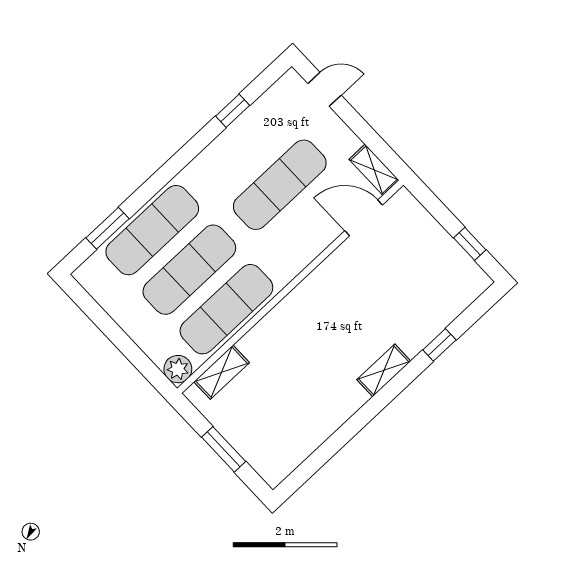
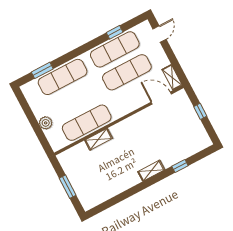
door: (325, 89) -> (160, 34), hinge flipped
window: (470, 244) -> (200, 111), moved
exercise mat: (189, 270) -> (115, 49), moved
plant: (178, 369) -> (46, 123), moved
shelving: (222, 372) -> (99, 139), moved

